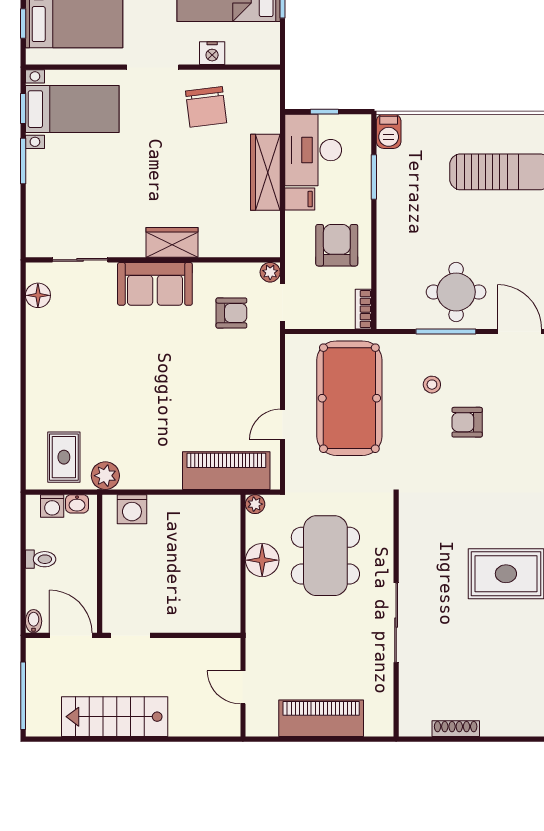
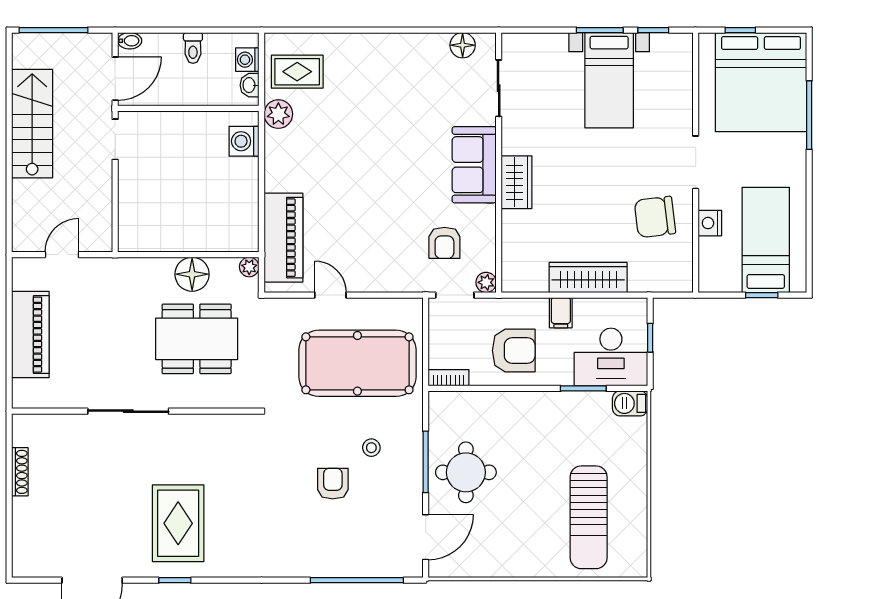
bed with nightstands: (72, 109) -> (609, 80), moved
desk: (313, 150) -> (611, 357), moved, turned 180

